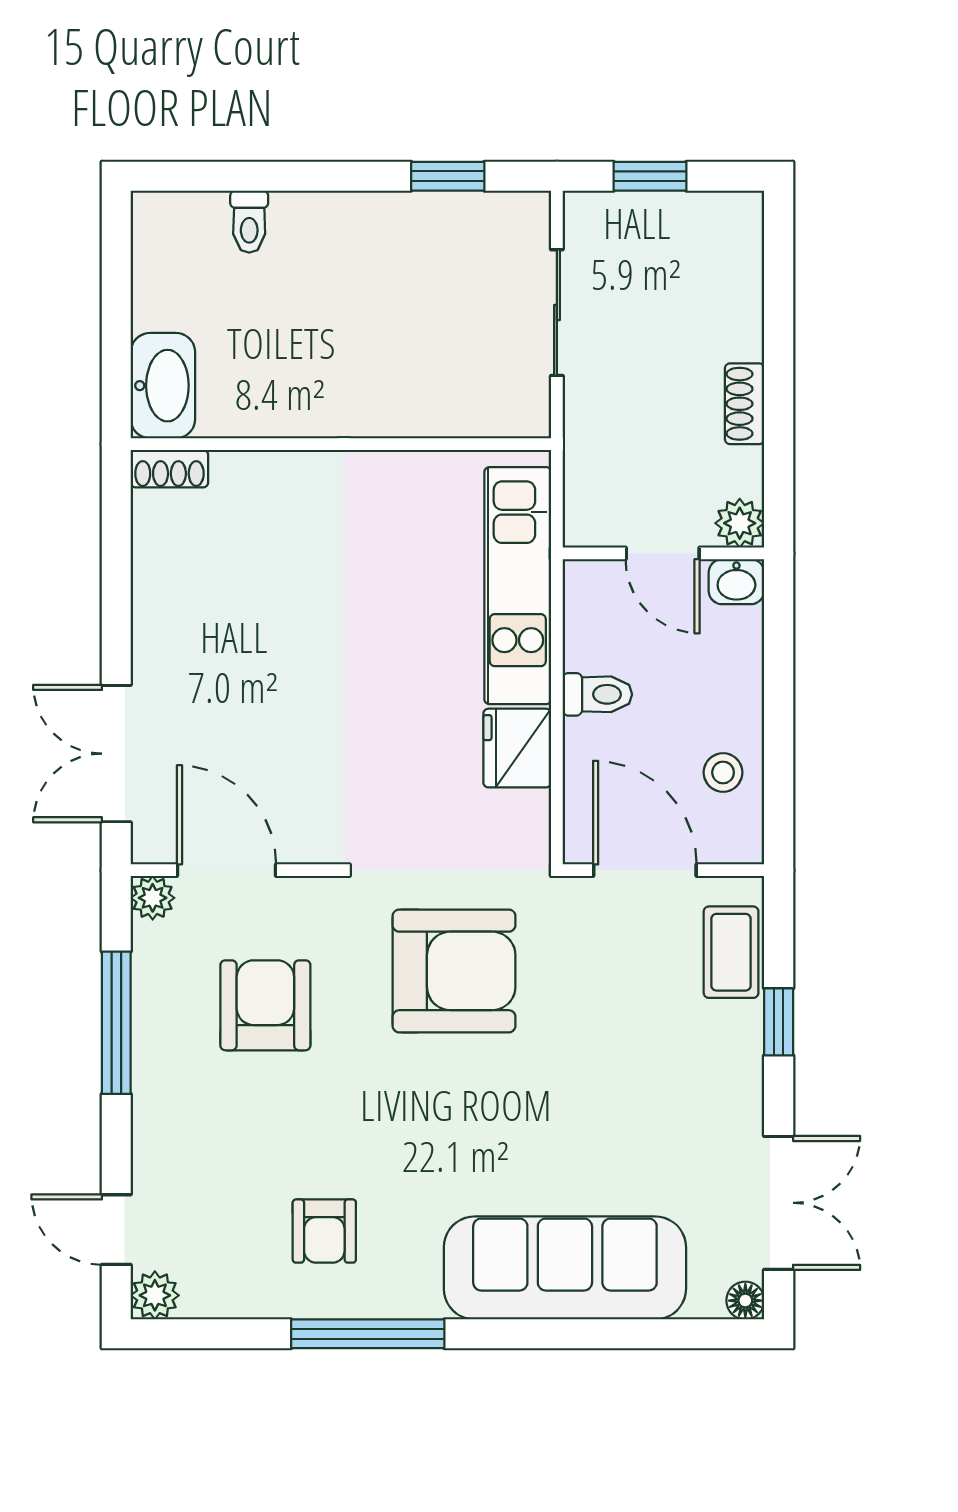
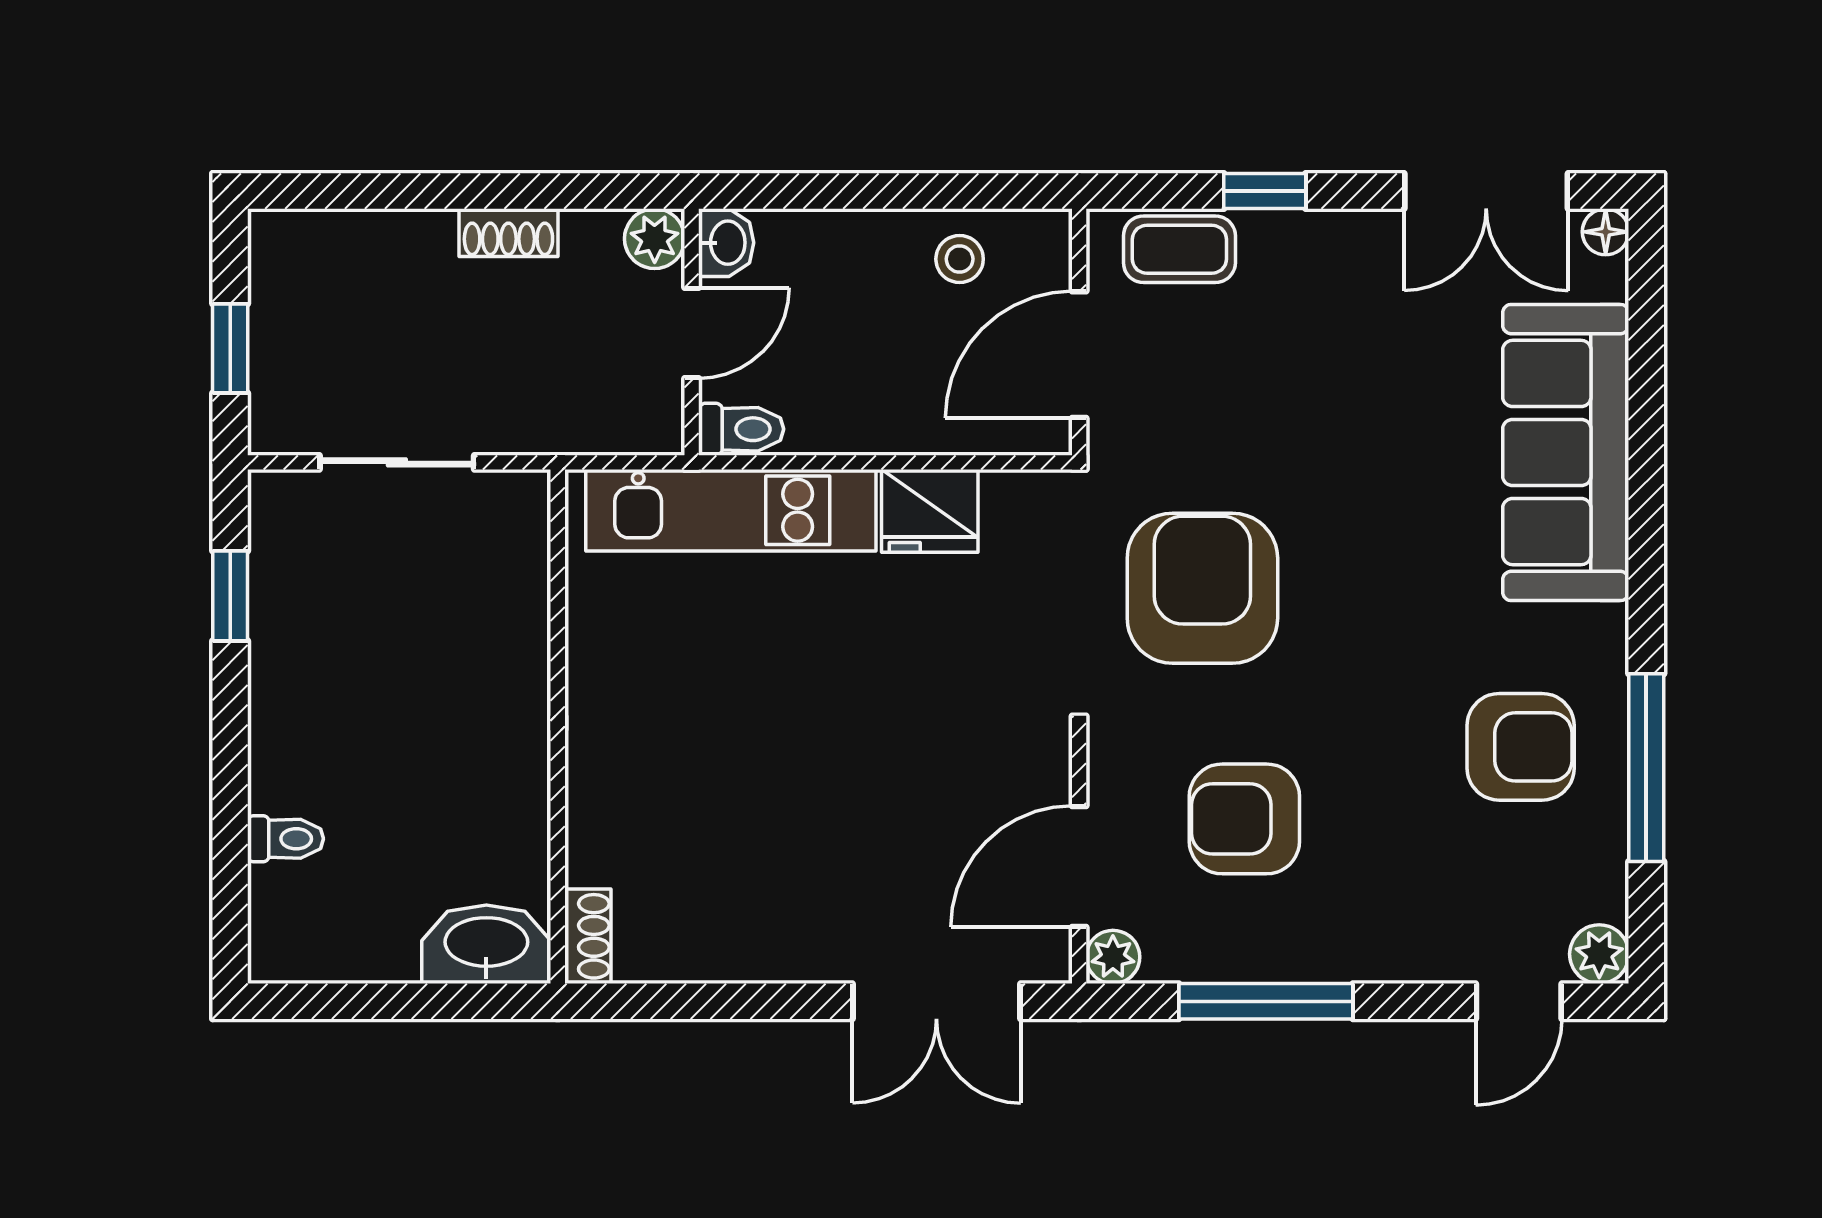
toilet: (597, 694) -> (741, 429), moved, turned 90
double door: (779, 1203) -> (1486, 191), swing flipped
armchair: (324, 1231) -> (1521, 747), width x1.38, depth x1.38
window: (368, 1334) -> (1646, 768), moved

